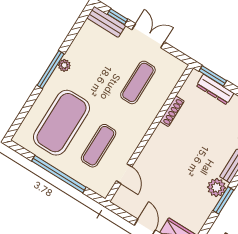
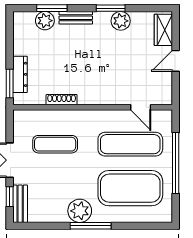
plant: (64, 65) -> (80, 211), width x1.88, depth x1.88
exercise mat: (99, 146) -> (130, 144), width x1.36, depth x1.45
door: (124, 174) -> (141, 107), swing flipped
plant: (217, 187) -> (121, 21), moved

